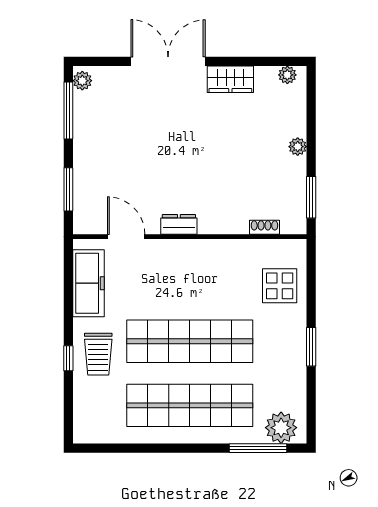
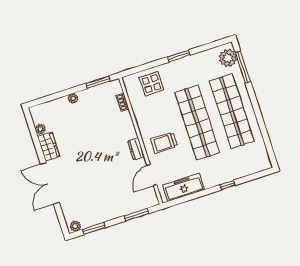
plant: (287, 75) -> (40, 129), moved
window: (68, 110) -> (94, 228), width x0.69
trolley: (98, 354) -> (164, 143), moved, turned 180

